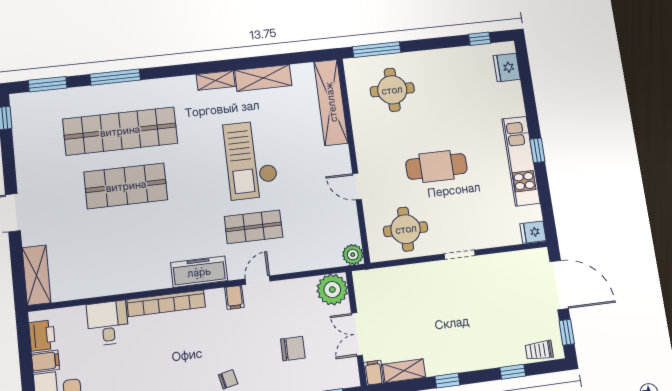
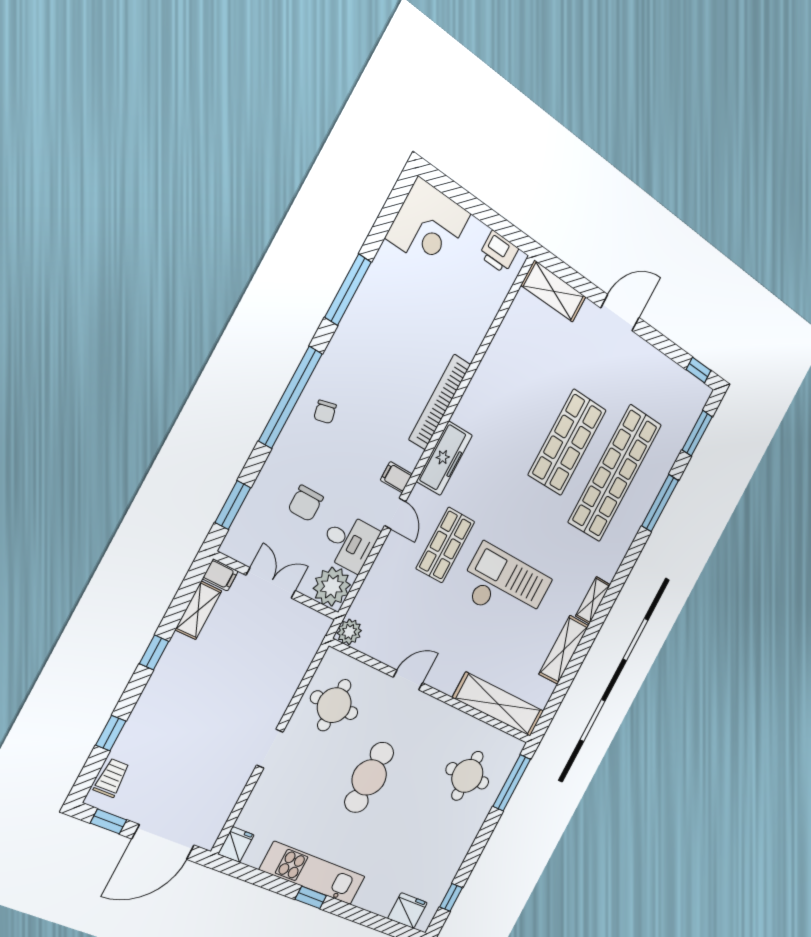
desk: (108, 323) -> (349, 542), moved
filing cabinet: (45, 361) -> (474, 236), removed

